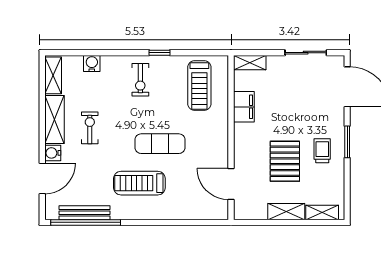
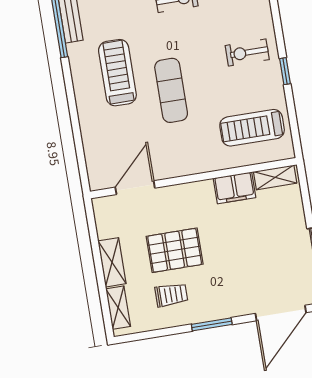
shelving: (250, 63) -> (275, 177), moved, turned 90
trolley: (322, 151) -> (171, 295), moved

